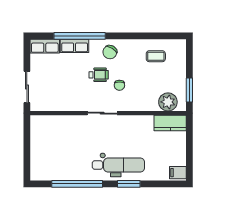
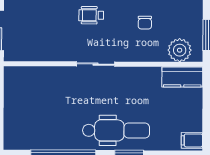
wheelchair: (99, 75) -> (91, 15), turned 180
chair: (119, 85) -> (145, 23), moved

